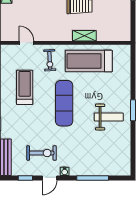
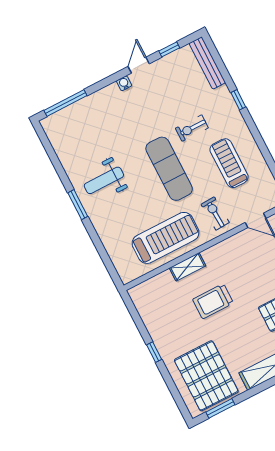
treadmill: (25, 87) -> (229, 163), turned 180
exercise bike: (42, 153) -> (192, 128), moved, width x0.73, depth x0.72
window: (93, 178) -> (65, 103), moved

